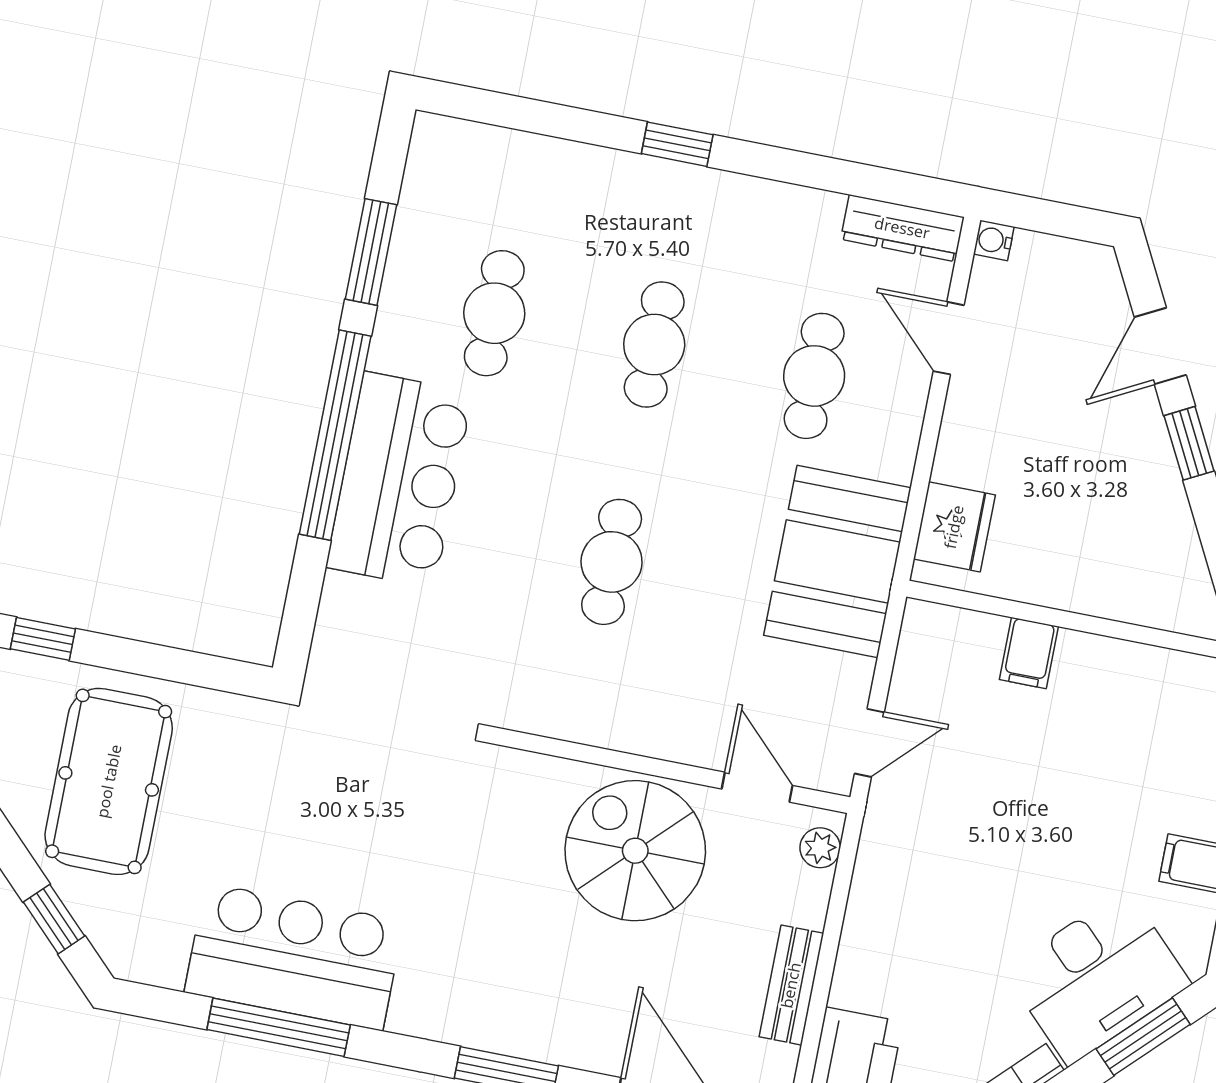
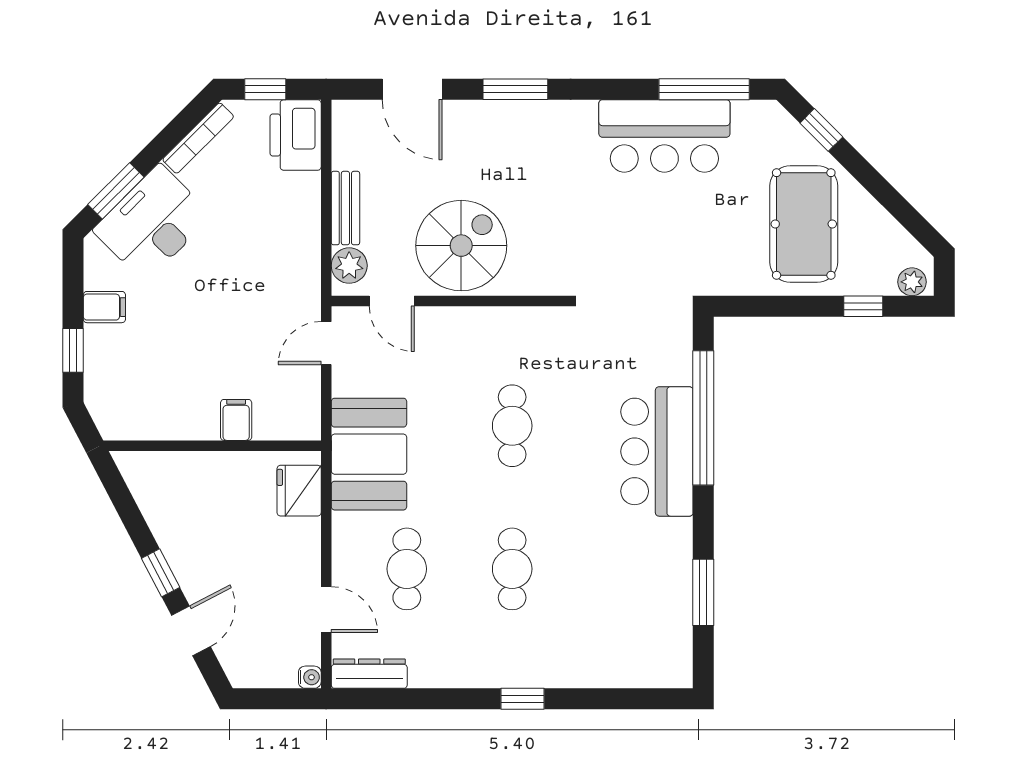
cafe table: (494, 313) -> (617, 569), removed
window: (335, 435) -> (703, 418), moved
plant: (820, 848) -> (349, 266), width x1.38, depth x1.38
spiral stairs: (635, 851) -> (461, 246), turned -90
bench: (791, 985) -> (345, 208), moved
window: (279, 1027) -> (704, 89), moved

